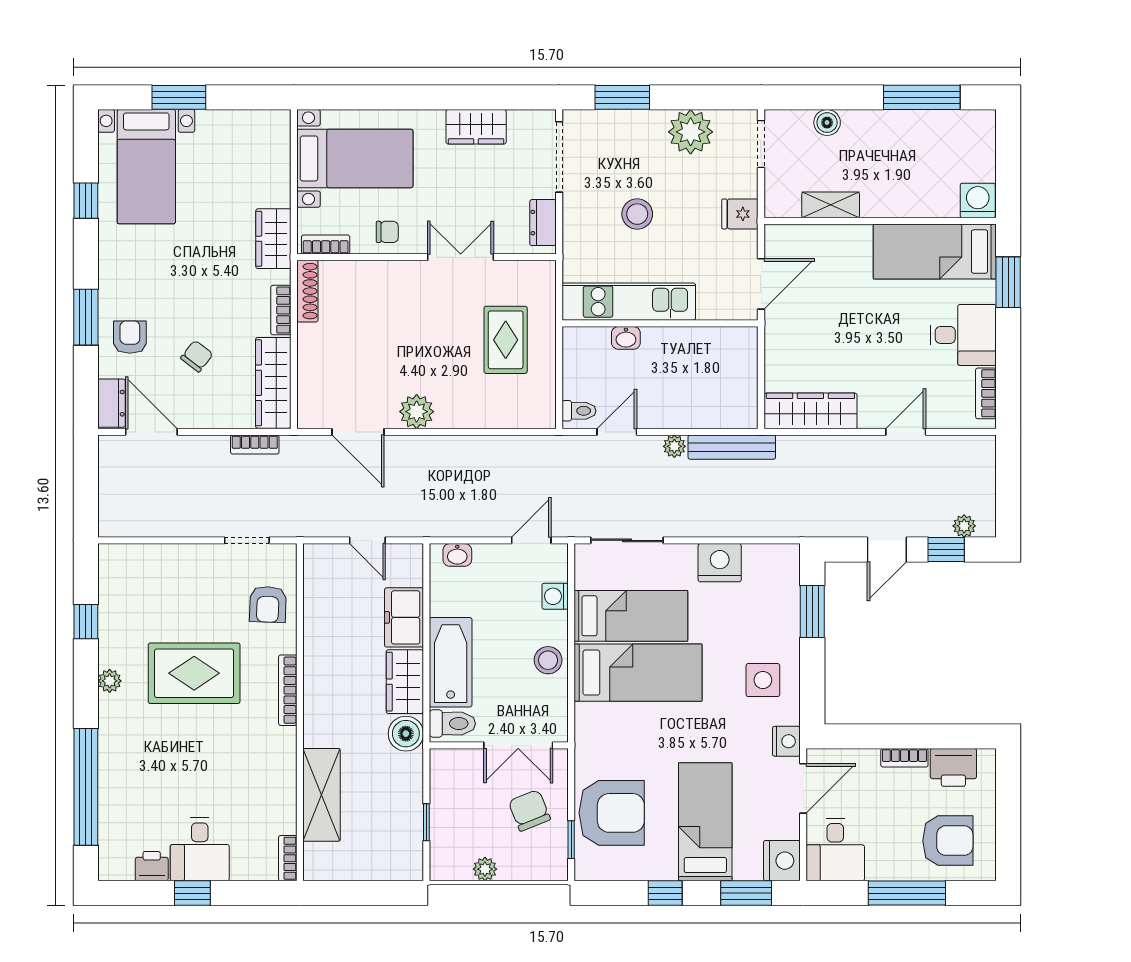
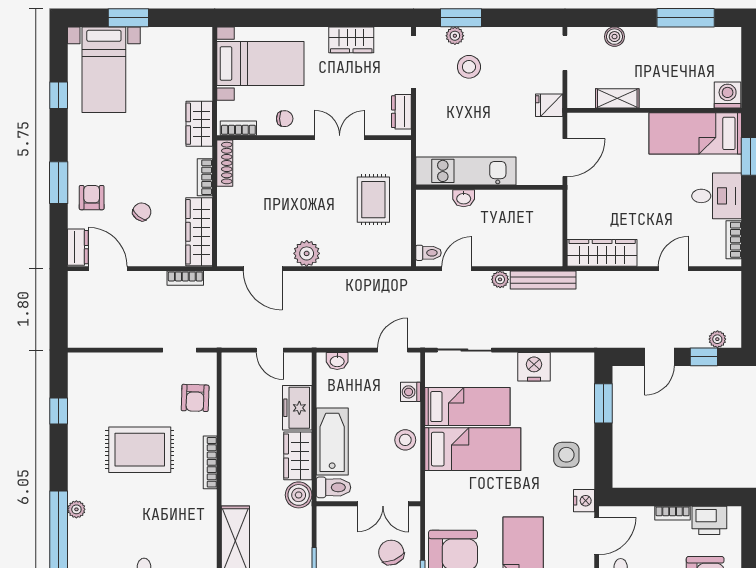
plant: (691, 132) -> (455, 36), moved, width x0.53, depth x0.53
stool: (637, 214) -> (469, 67), moved
plant: (110, 681) -> (76, 509), moved

